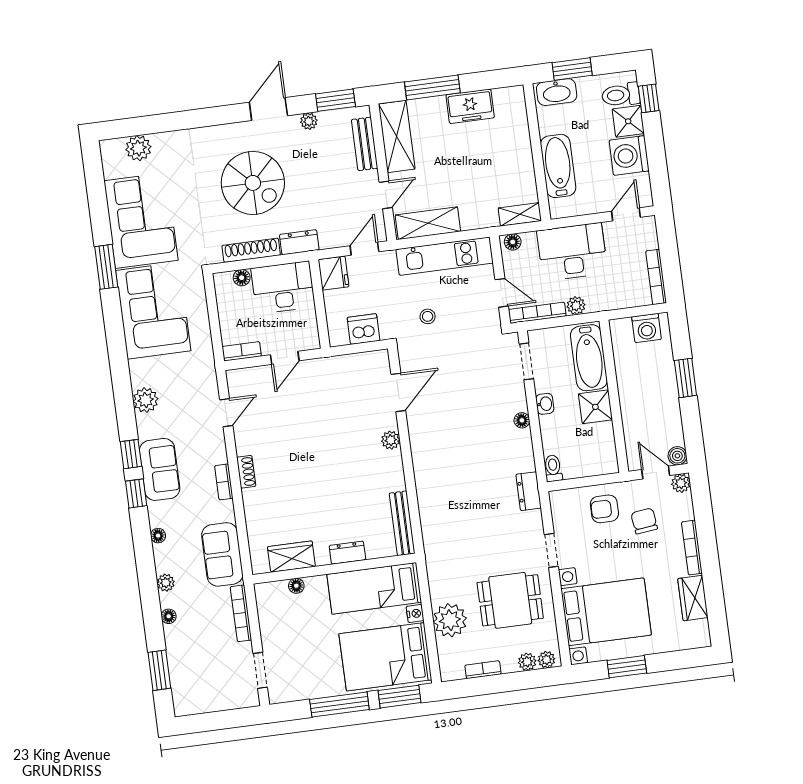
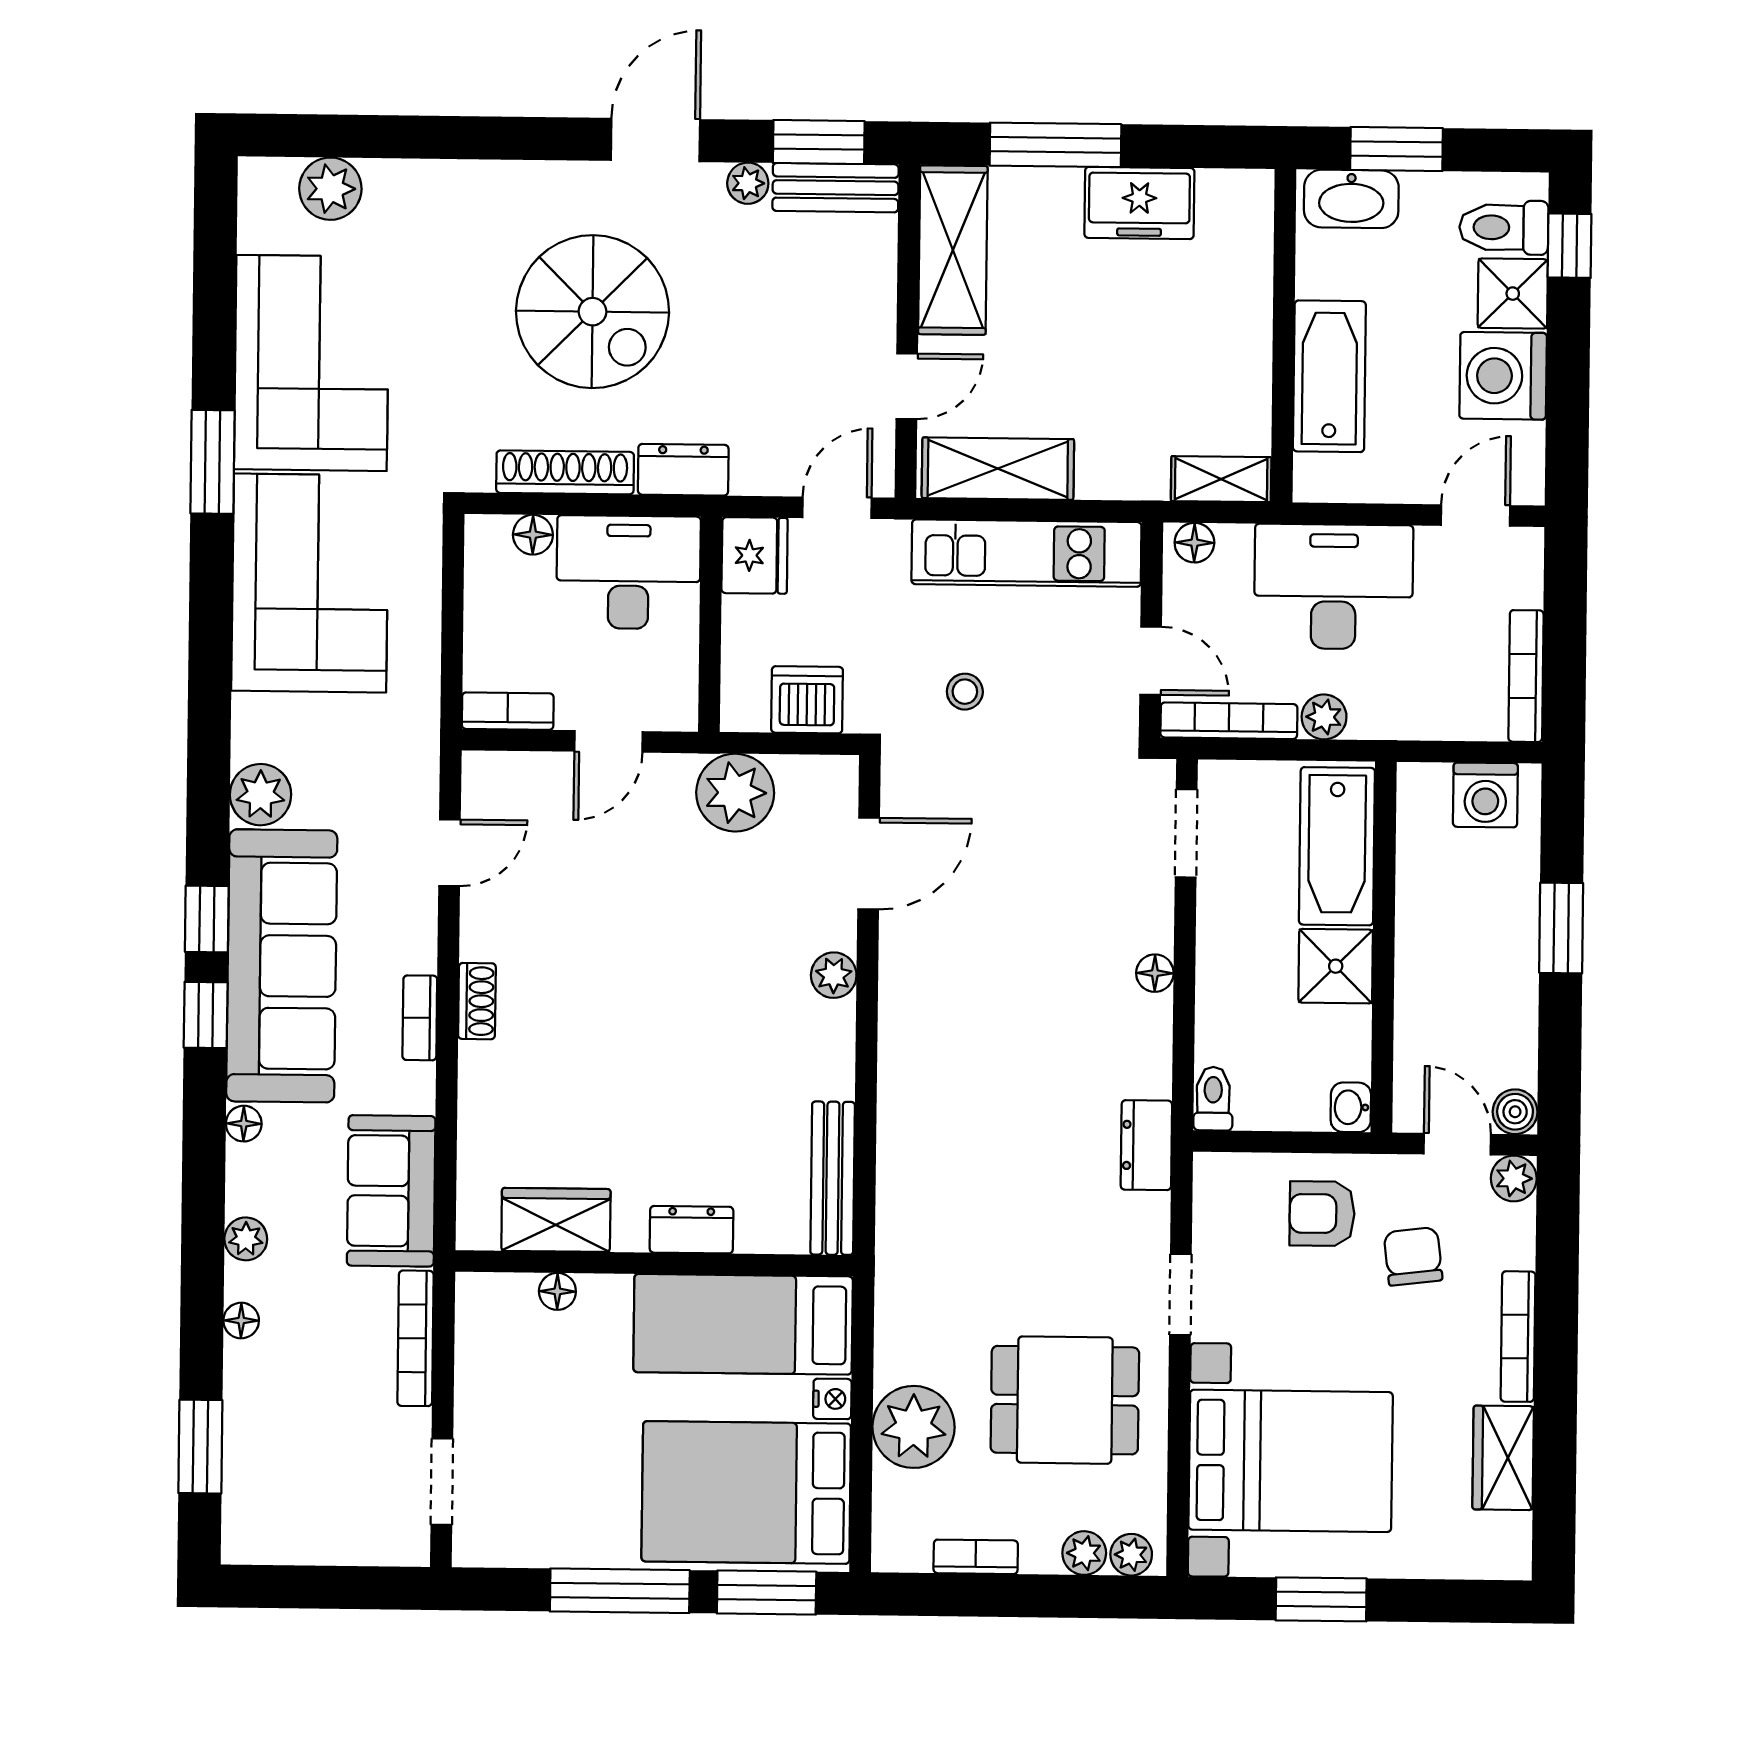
bench: (365, 144) -> (836, 188), moved, turned 90
plant: (340, 371) -> (735, 793), added
washbasin: (545, 404) -> (1351, 1107), moved, turned 180
sofa: (160, 469) -> (282, 966), width x1.85, depth x1.27

